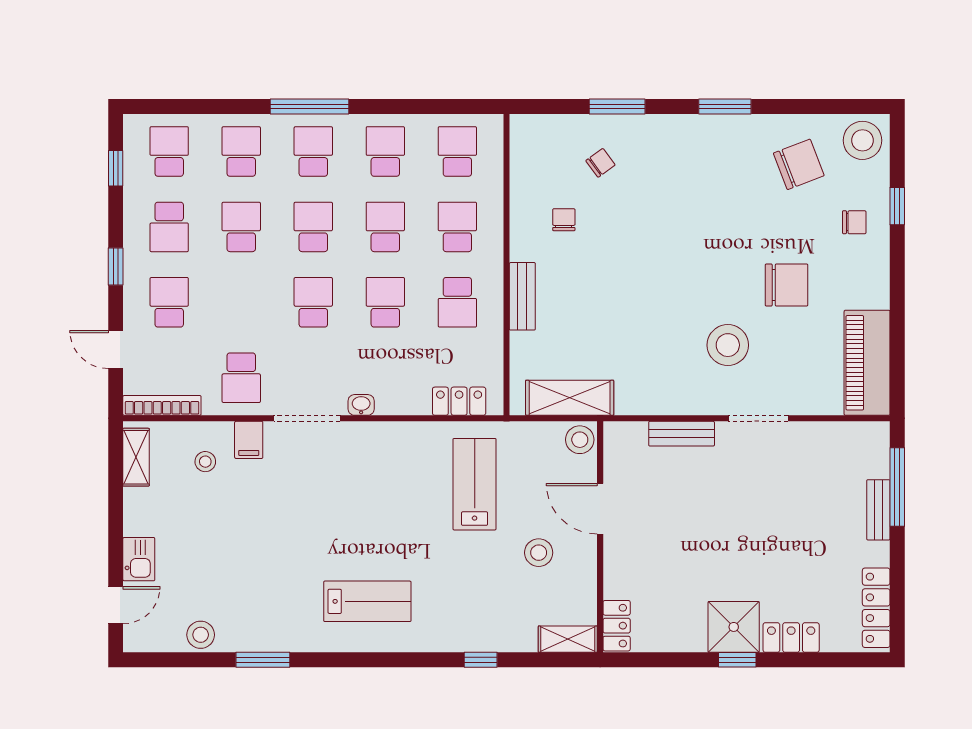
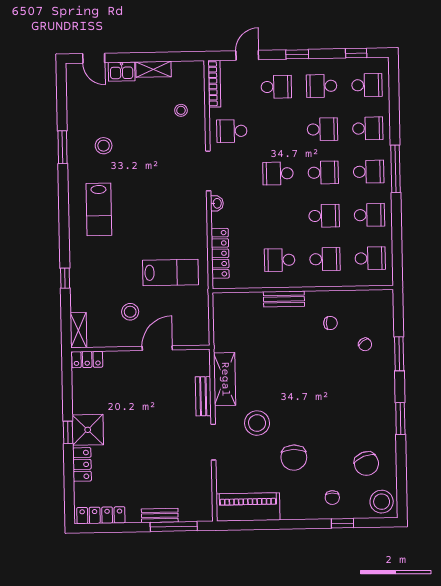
school desk: (313, 302) -> (278, 173), turned 180
school desk: (385, 302) -> (279, 217), removed
shelving: (570, 398) -> (225, 379), moved
locker: (459, 401) -> (220, 253), width x1.53
filing cabinet: (249, 440) -> (195, 136), removed
stool: (580, 440) -> (198, 335), removed
shelving: (136, 457) -> (153, 69), moved
stool: (201, 635) -> (104, 146), moved

